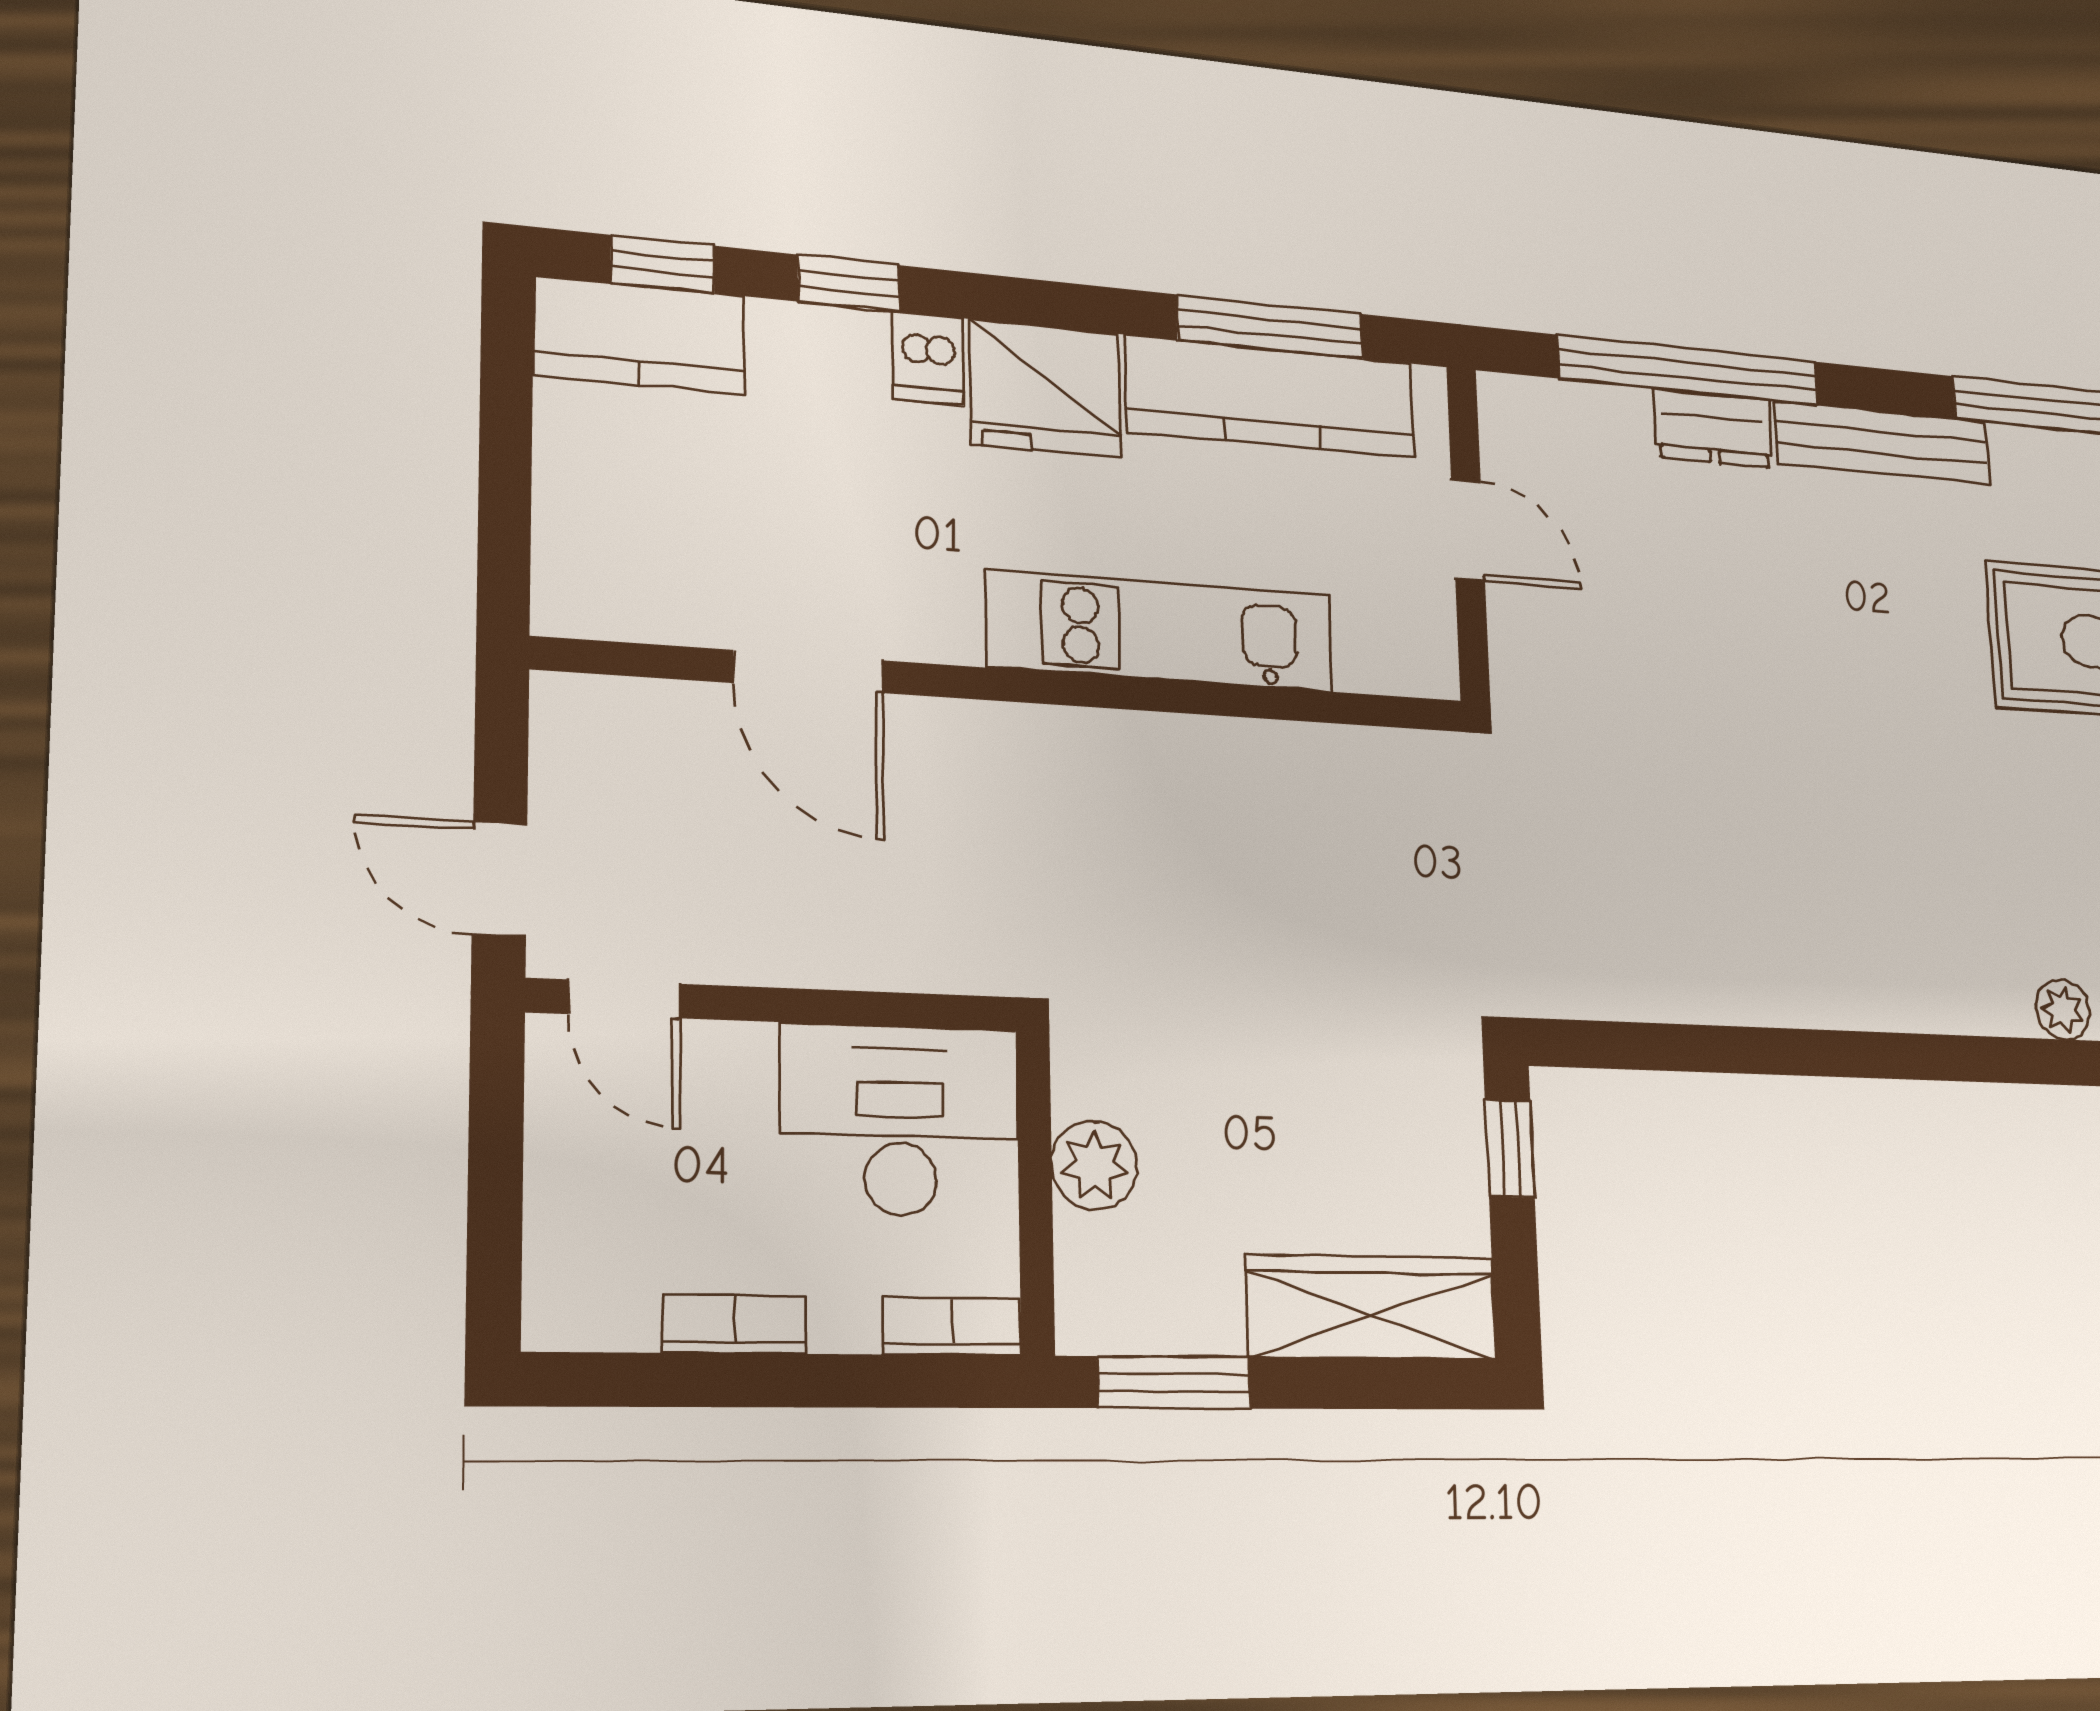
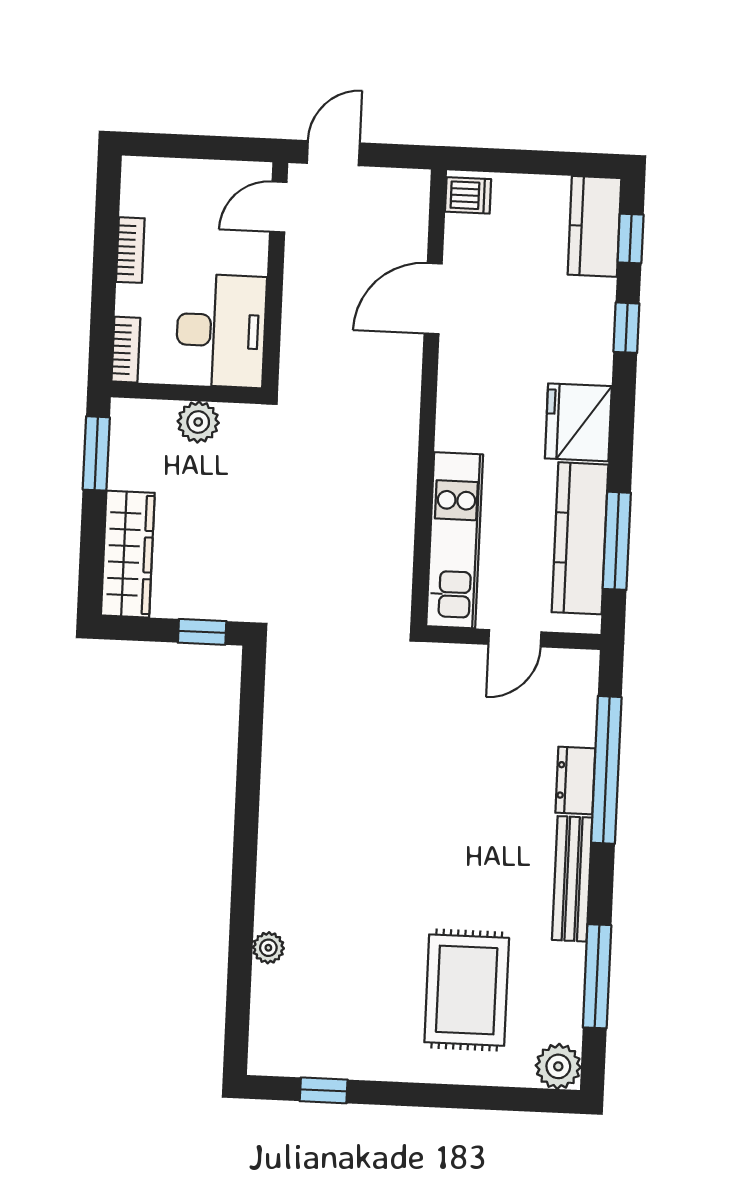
dishwasher: (928, 358) -> (468, 195), moved, turned 180
kitchen unit: (1160, 631) -> (455, 540), moved

